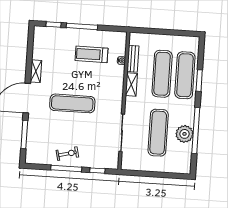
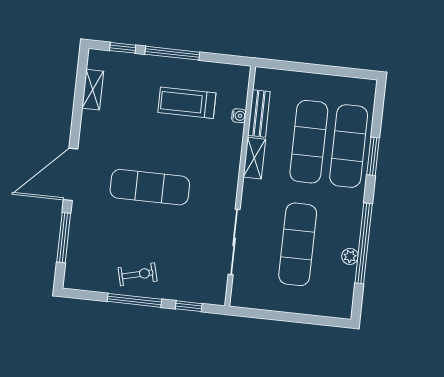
shelving: (36, 71) -> (93, 90), moved
plant: (184, 134) -> (350, 256), width x0.53, depth x0.53

